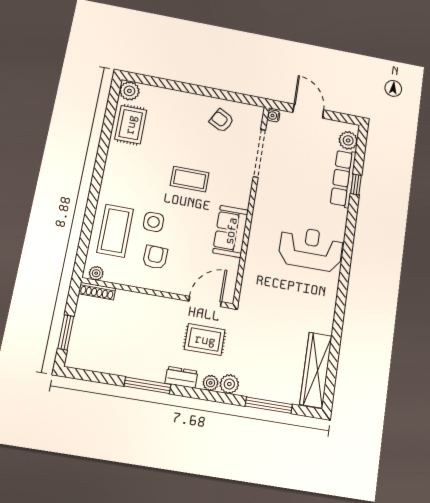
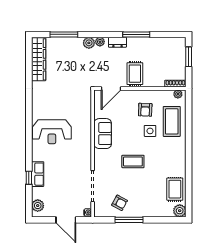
window: (211, 92) -> (129, 220), added
row of seats: (343, 178) -> (38, 174), width x0.68
rug: (205, 340) -> (135, 74), moved, turned 90

